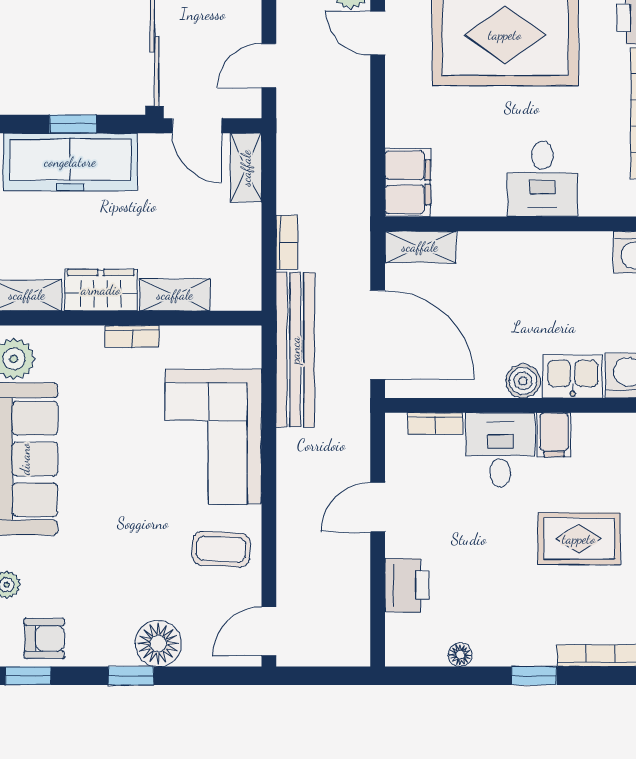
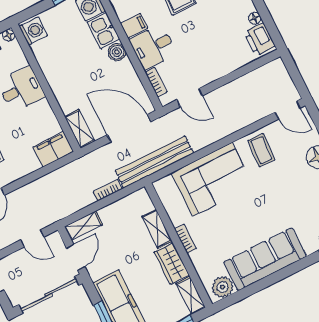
door: (378, 335) -> (129, 128), hinge flipped
door: (378, 507) -> (190, 98), moved
printer: (407, 585) -> (260, 39), moved, turned -90

